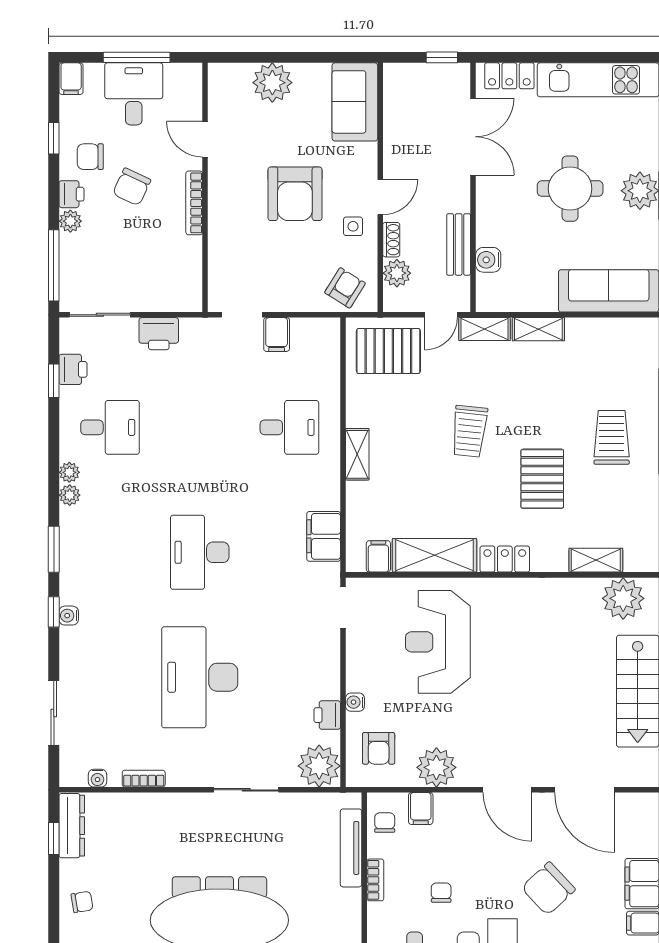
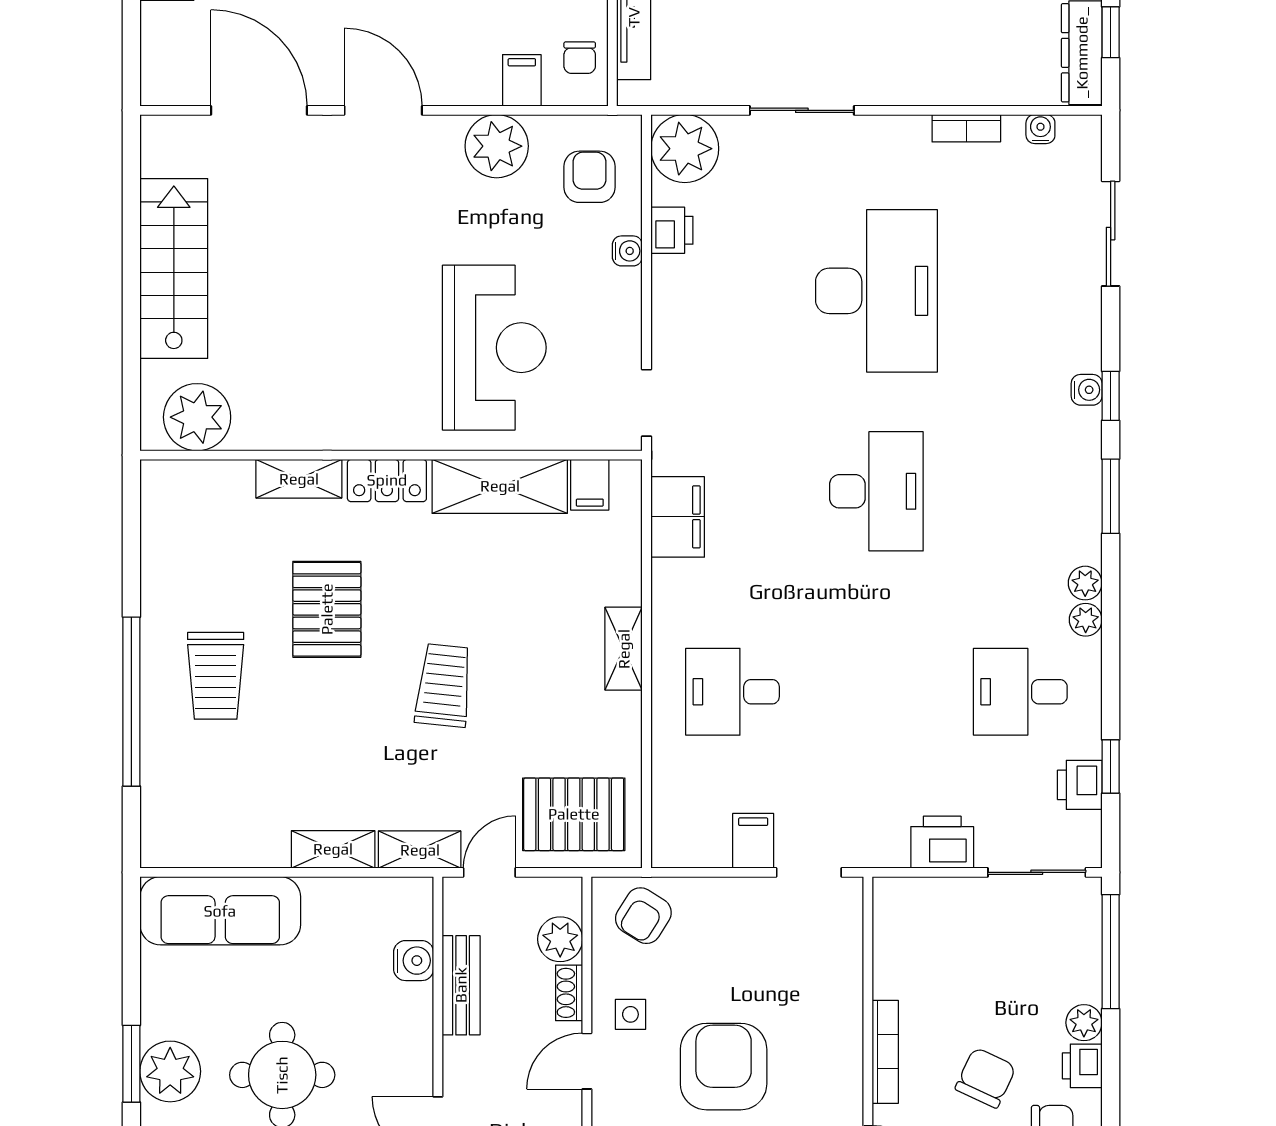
shelving: (596, 560) -> (299, 479), moved

